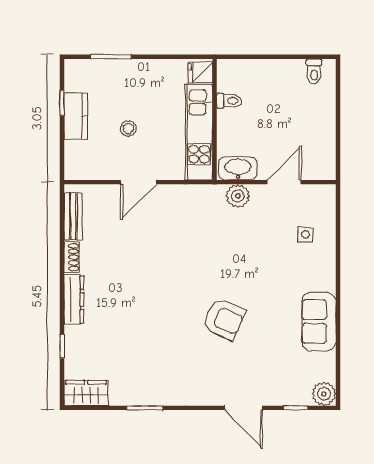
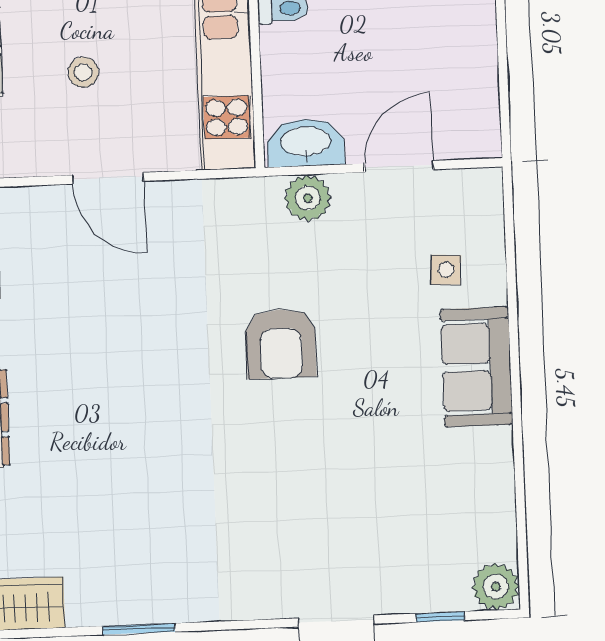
door: (138, 182) -> (108, 178), hinge flipped
armchair: (224, 319) -> (281, 344), moved, turned 66
sofa: (319, 322) -> (477, 367), moved

